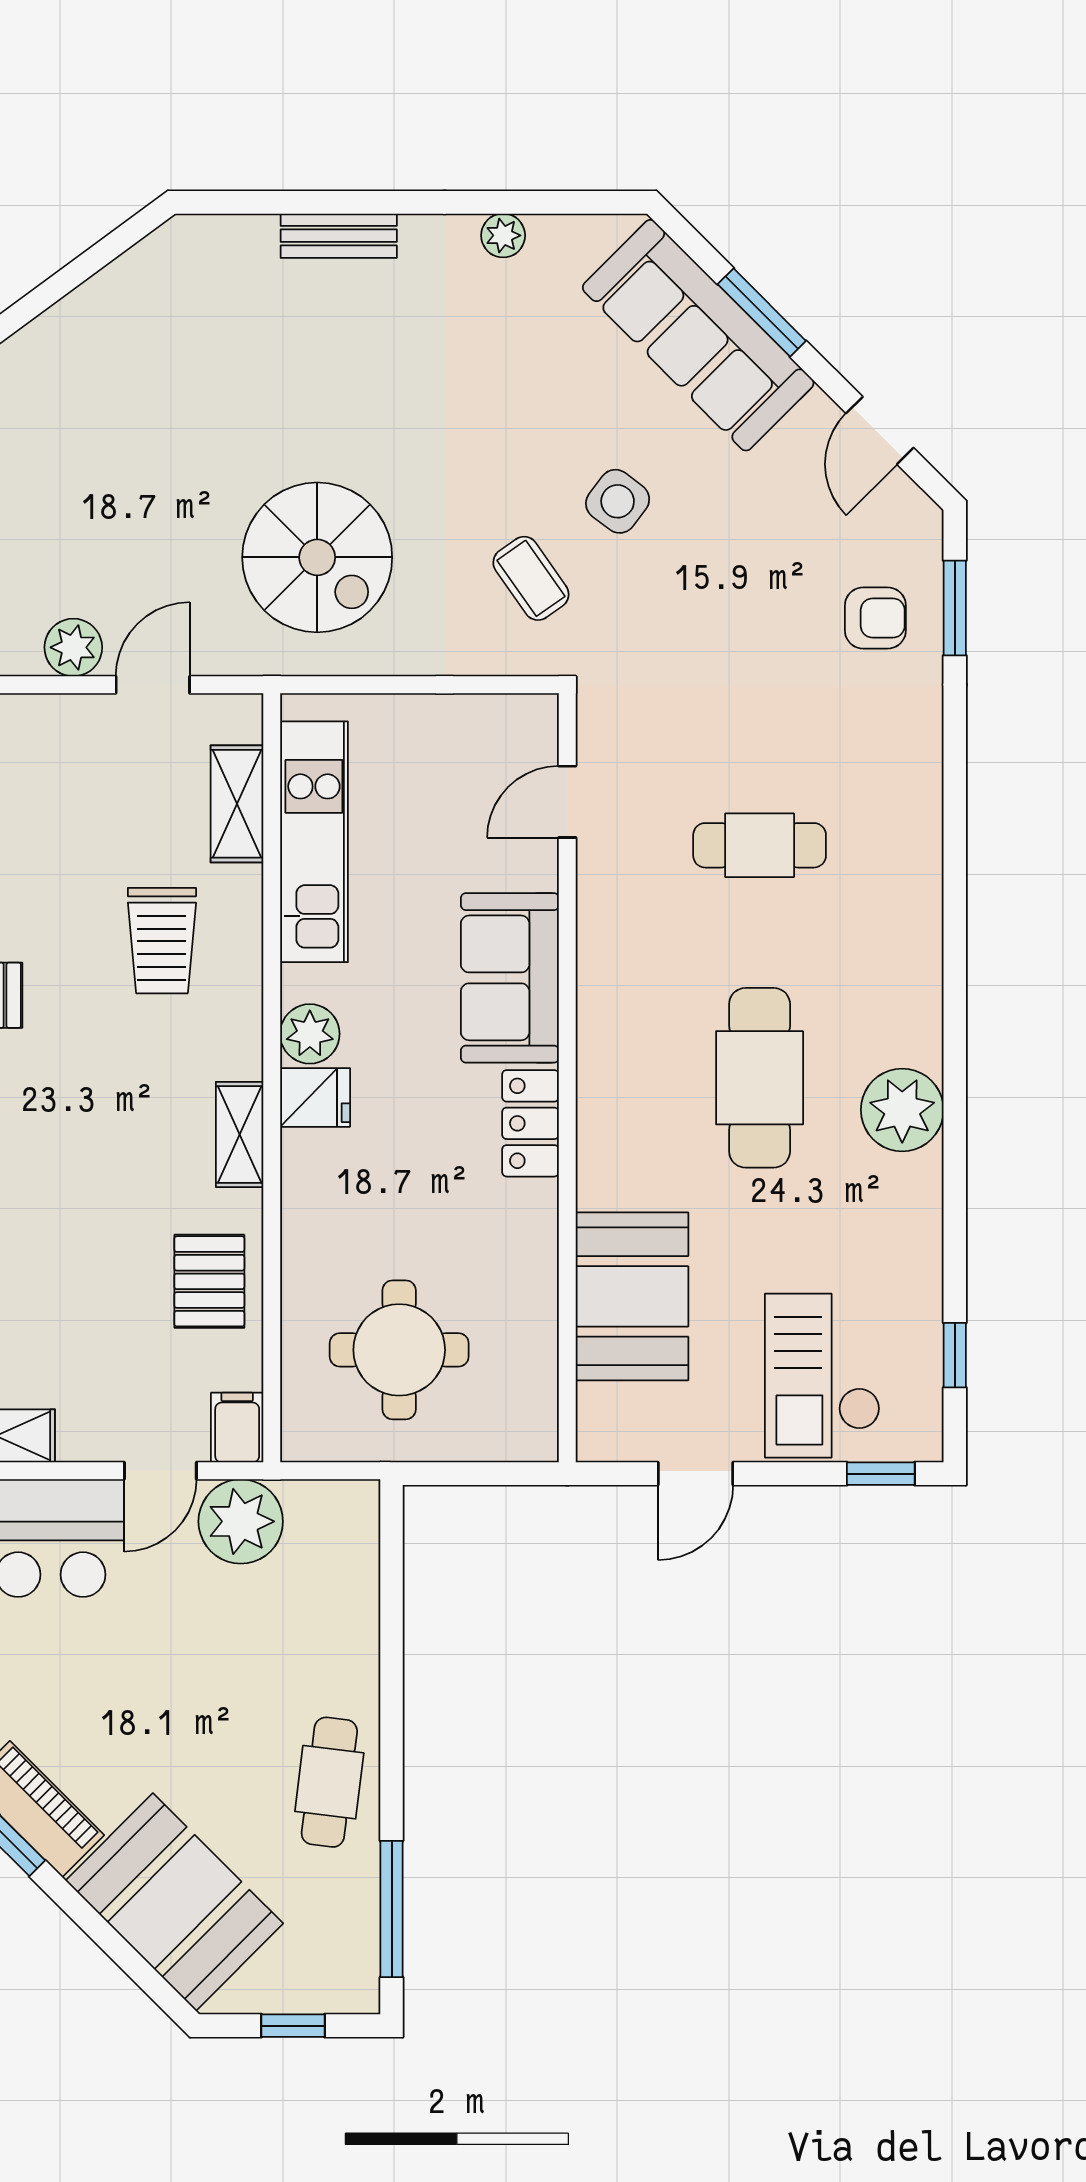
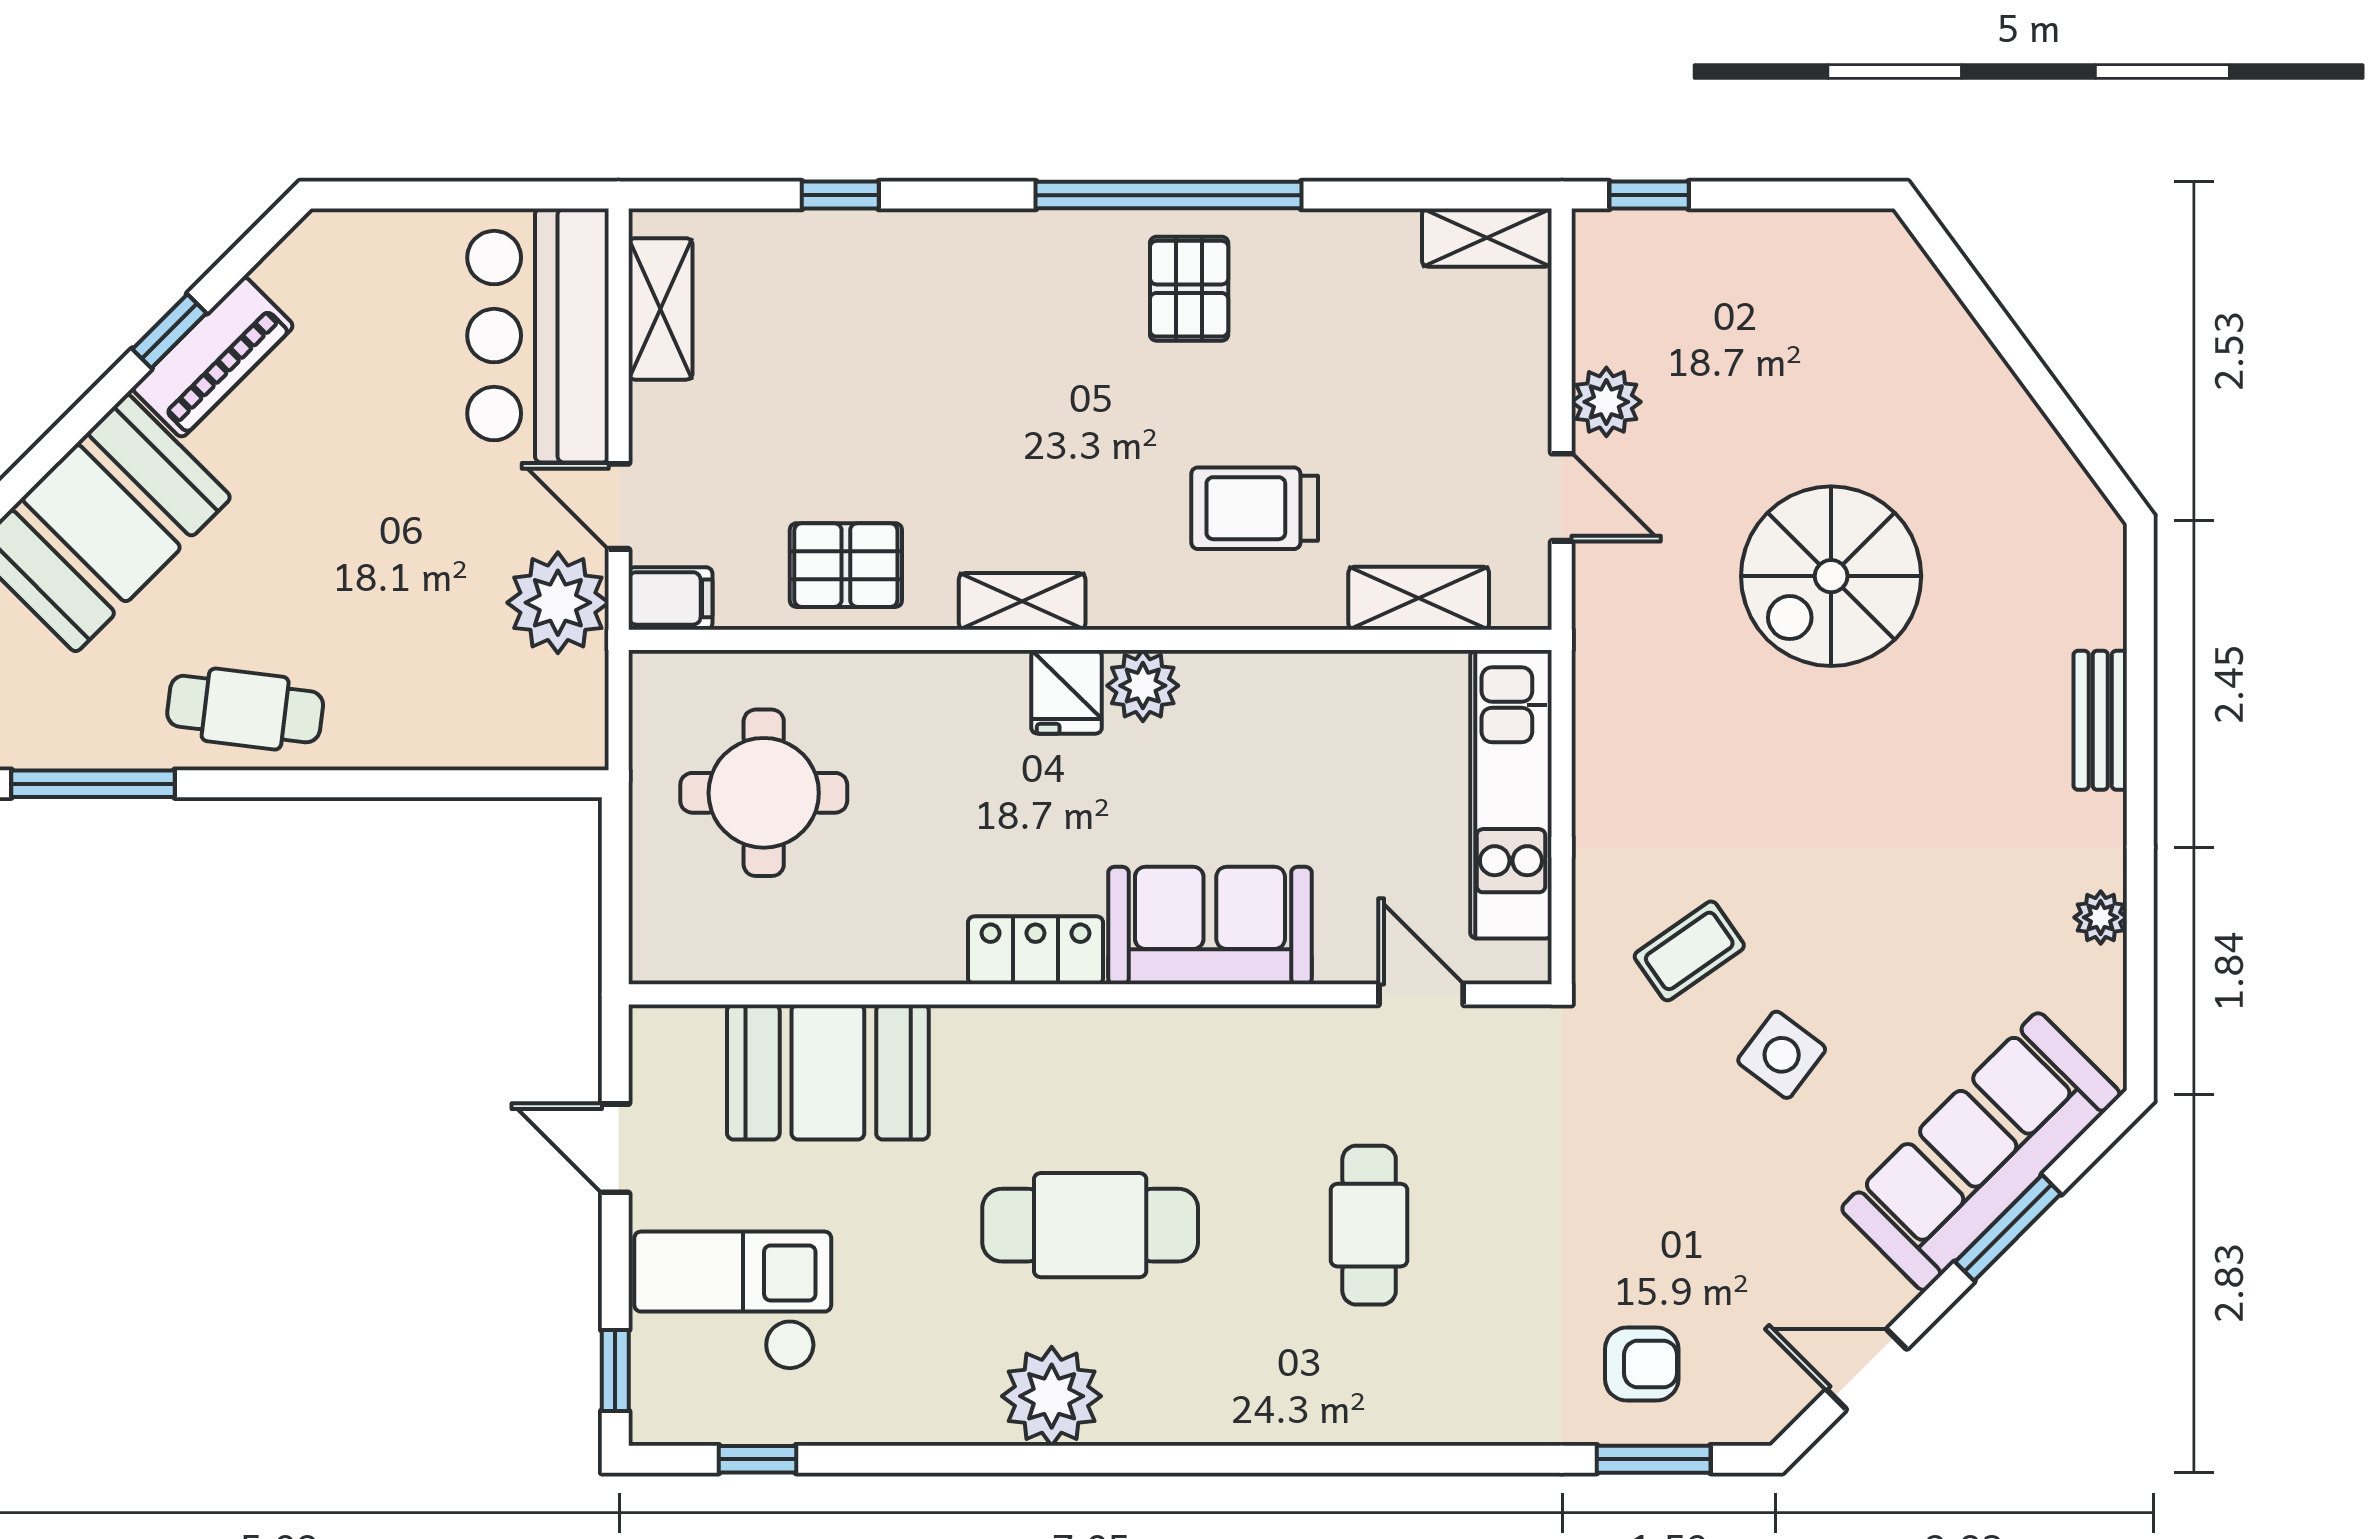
spiral stairs: (317, 557) -> (1831, 576), moved
armchair: (875, 618) -> (1642, 1364), turned -90
kitchen unit: (314, 842) -> (1511, 794), moved, turned 90

